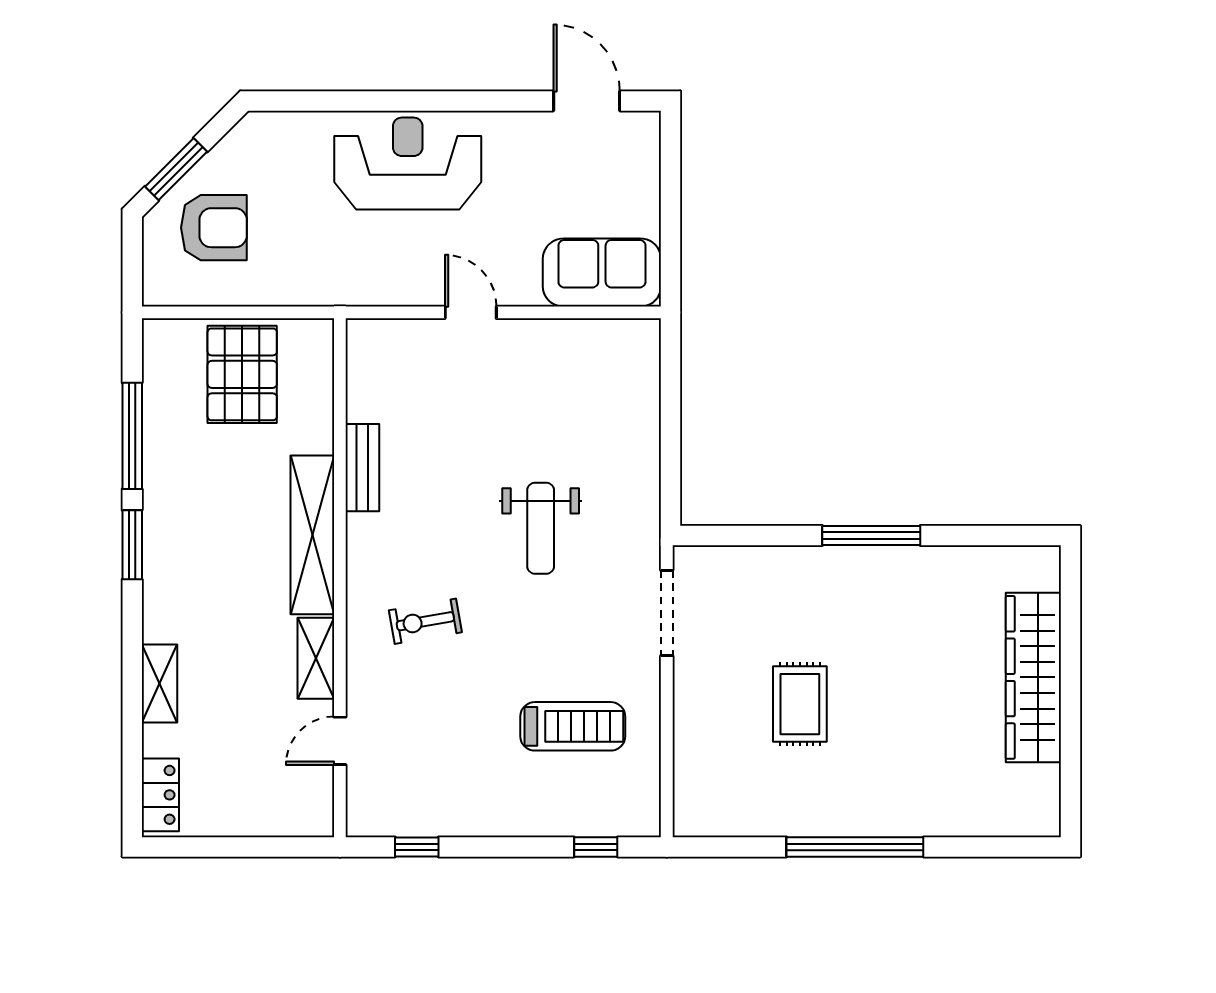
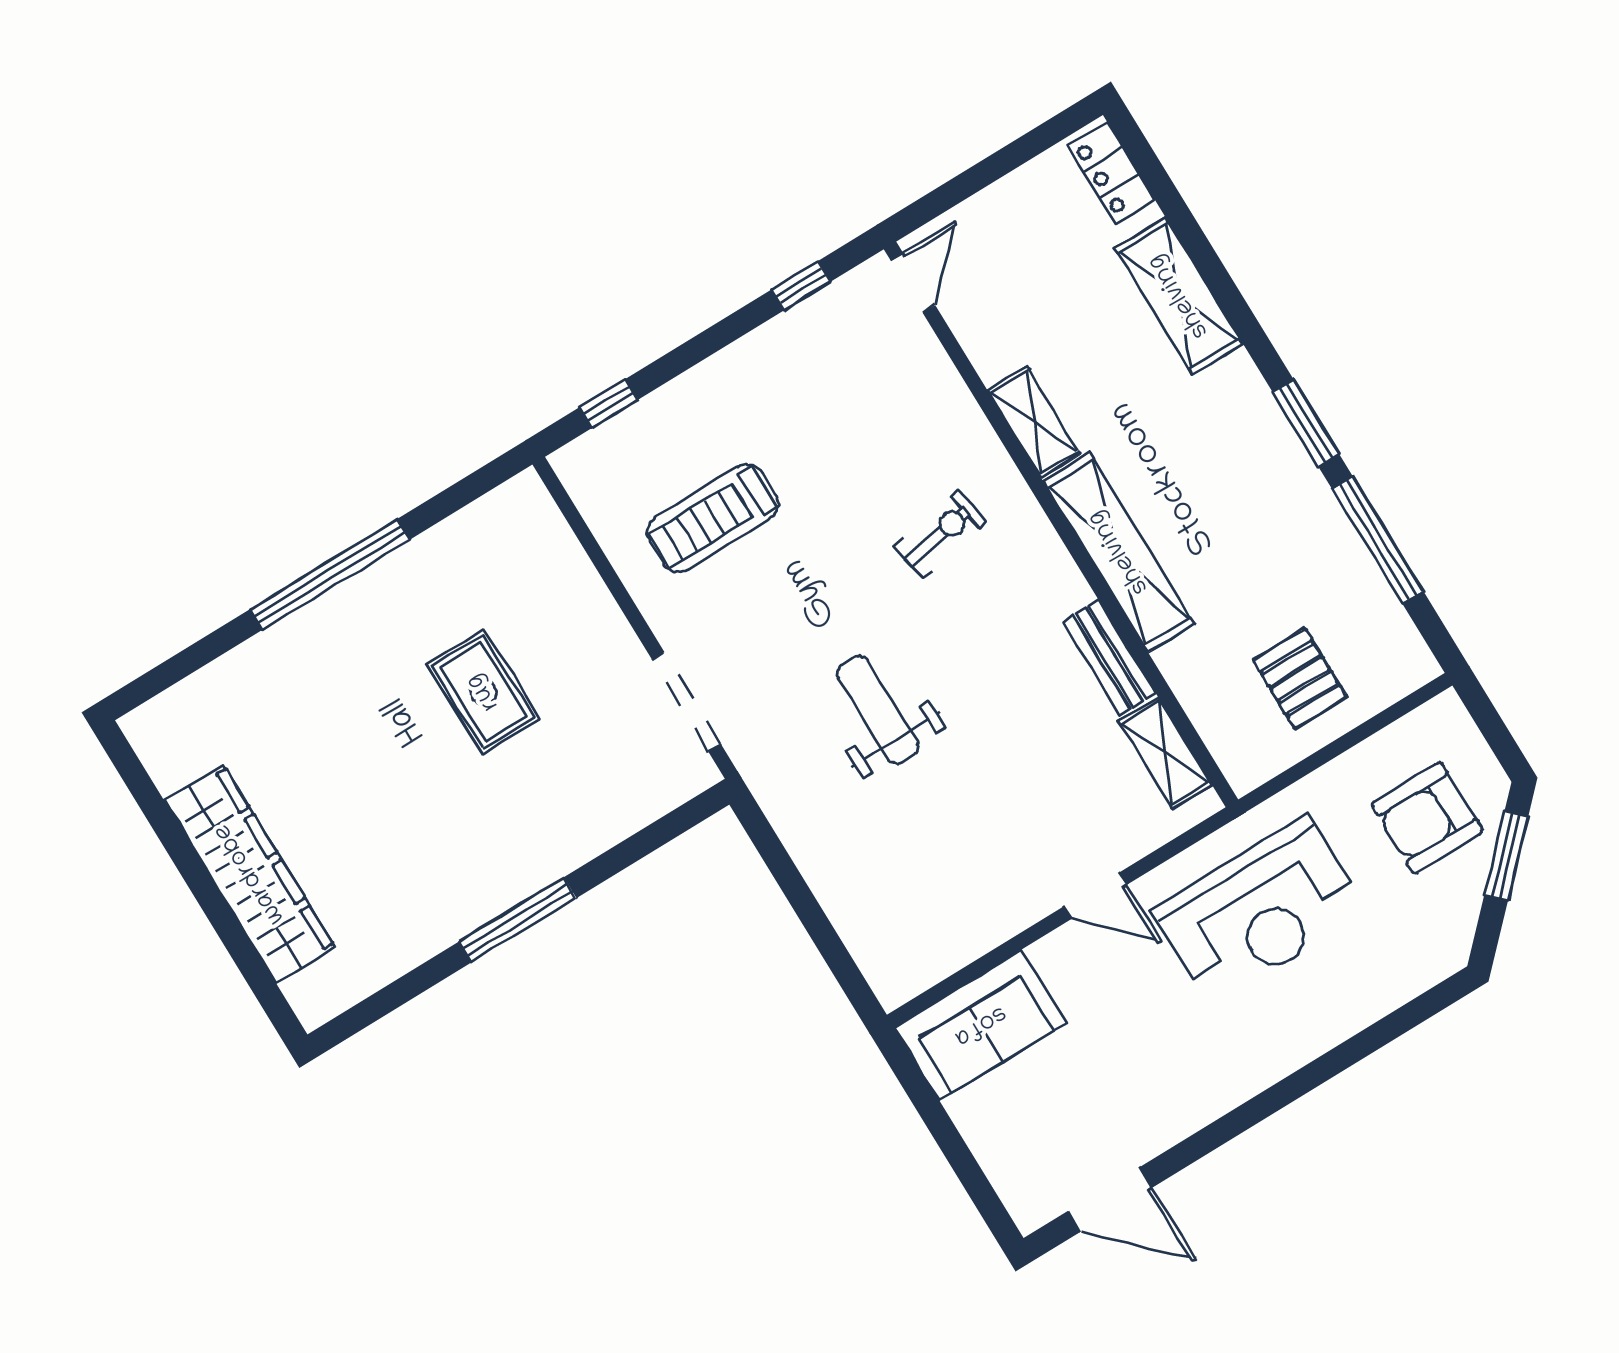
reception desk: (408, 164) -> (1260, 911), moved
pallet: (242, 374) -> (1300, 679), width x0.67, depth x0.71
shelving: (364, 380) -> (1165, 753), added
shelving: (159, 684) -> (1179, 296), width x1.50, depth x1.33
door: (340, 741) -> (913, 283), moved

